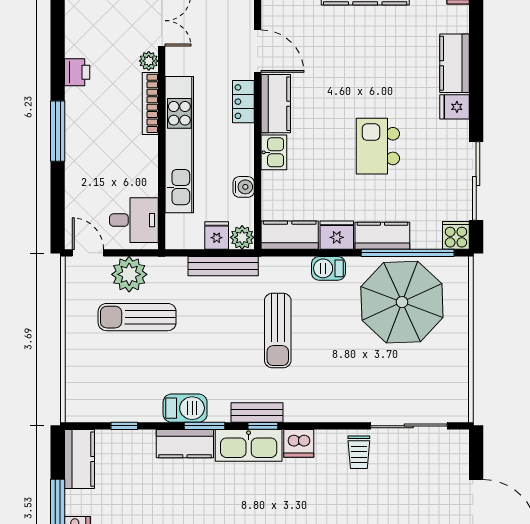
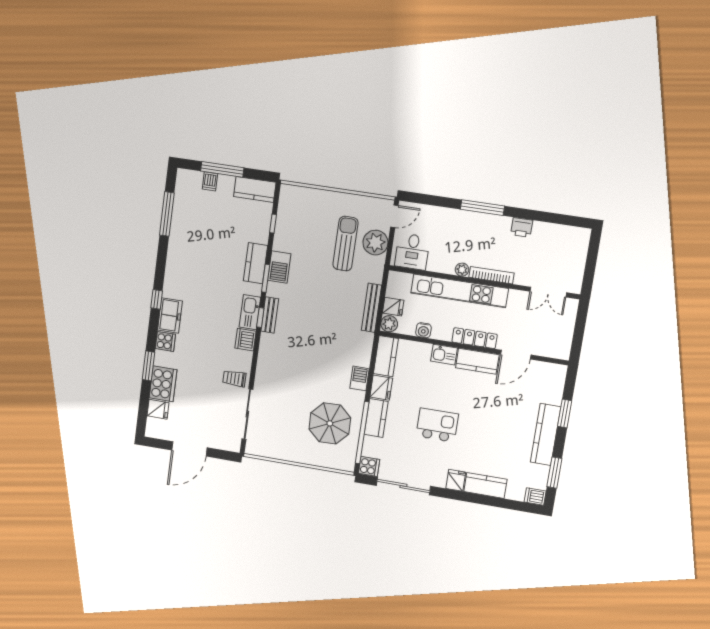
plant: (149, 61) -> (462, 270), moved
locker: (243, 102) -> (475, 338), width x1.53
parasol: (402, 302) -> (330, 423), width x0.73, depth x0.73
sun lounger: (278, 330) -> (323, 338), removed
kitchen sink: (249, 445) -> (250, 312), width x0.73, depth x0.81

